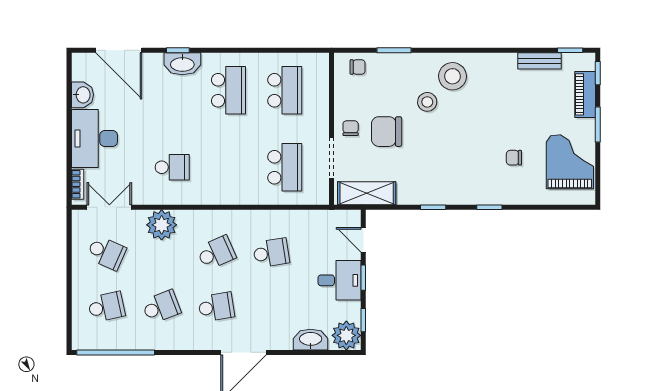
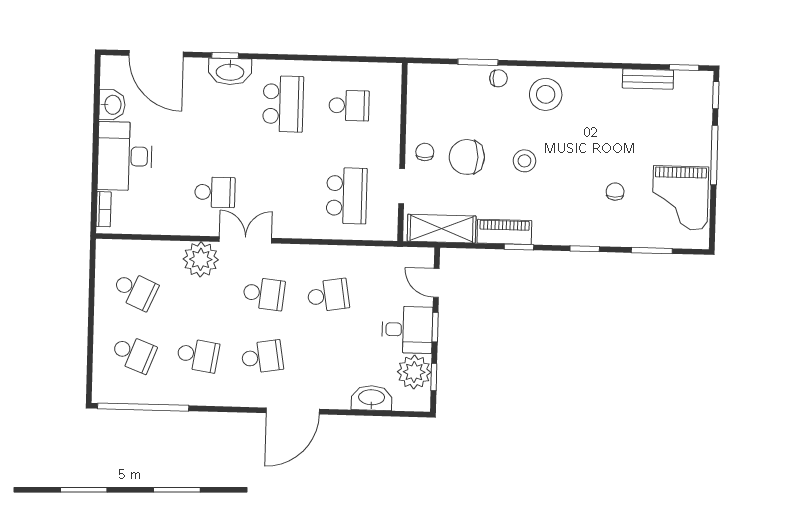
chair: (358, 67) -> (498, 78), moved
school desk: (285, 90) -> (349, 106), width x0.54
piano: (585, 94) -> (504, 232), moved, turned 90
stool: (427, 102) -> (524, 161), moved
window: (598, 124) -> (714, 155), width x1.44
doorway: (332, 158) -> (402, 186), width x0.73
chair: (514, 158) -> (615, 192), turned 90
grand piano: (570, 162) -> (680, 198), turned 180
double door: (109, 207) -> (245, 240), moved
window: (547, 207) -> (652, 251), added
school desk: (216, 253) -> (264, 294), turned 30
school desk: (106, 307) -> (134, 354), turned 33
school desk: (161, 307) -> (198, 355), turned 30
plant: (346, 335) -> (414, 372), moved

